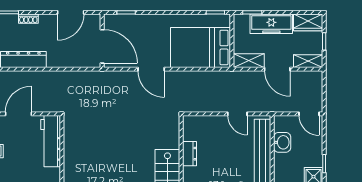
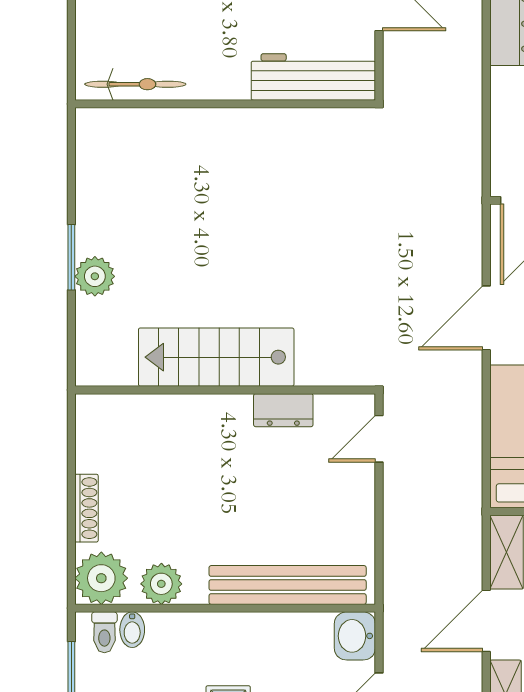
door: (237, 114) -> (379, 439), moved
washbasin: (282, 142) -> (355, 636), moved, turned 90

